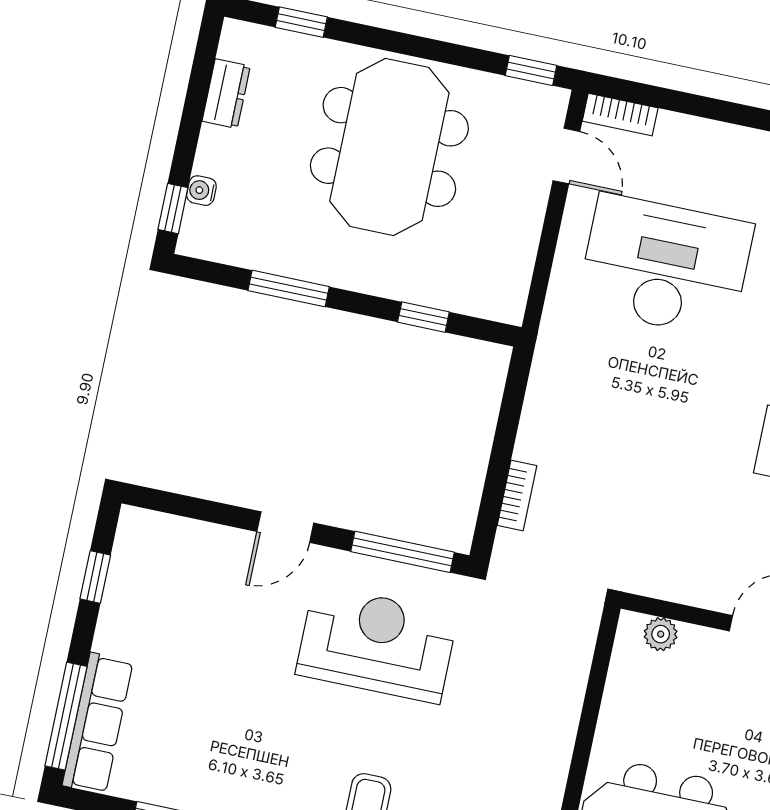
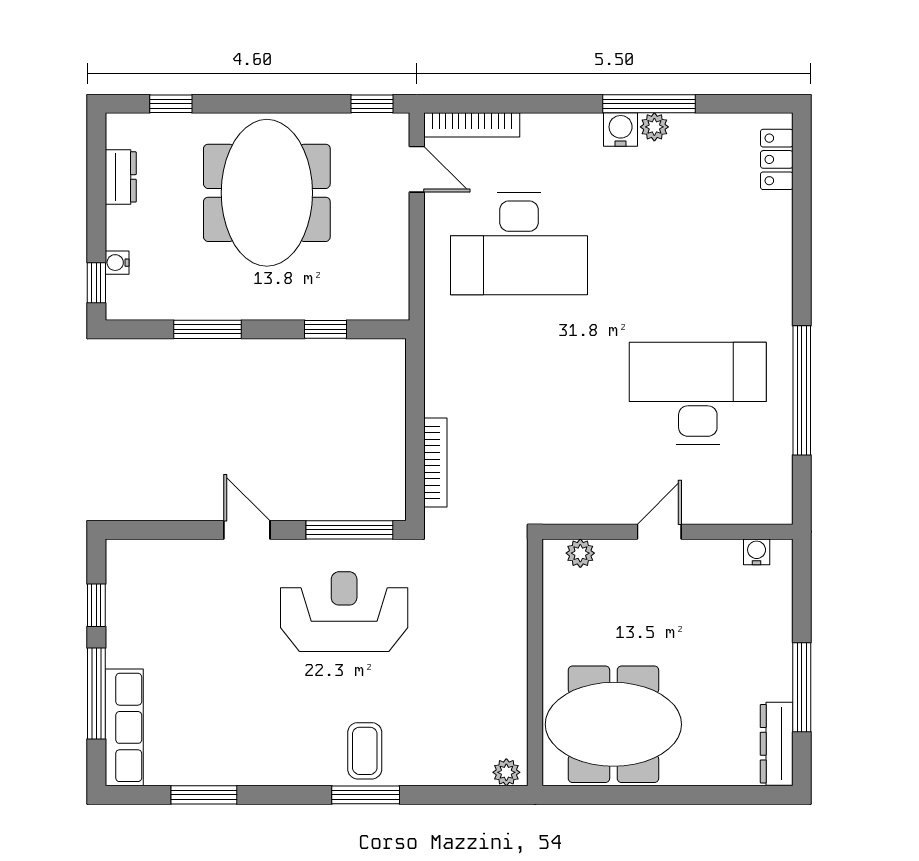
bookcase: (620, 115) -> (472, 125), width x1.56
desk: (665, 266) -> (519, 244), turned 180
bookcase: (517, 496) -> (435, 462), width x1.56
door: (285, 527) -> (247, 530), swing flipped
window: (66, 716) -> (96, 694), moved

